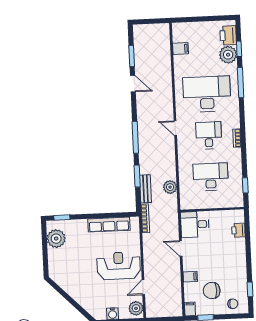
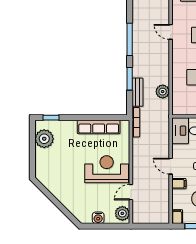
door: (181, 248) -> (171, 166), moved

